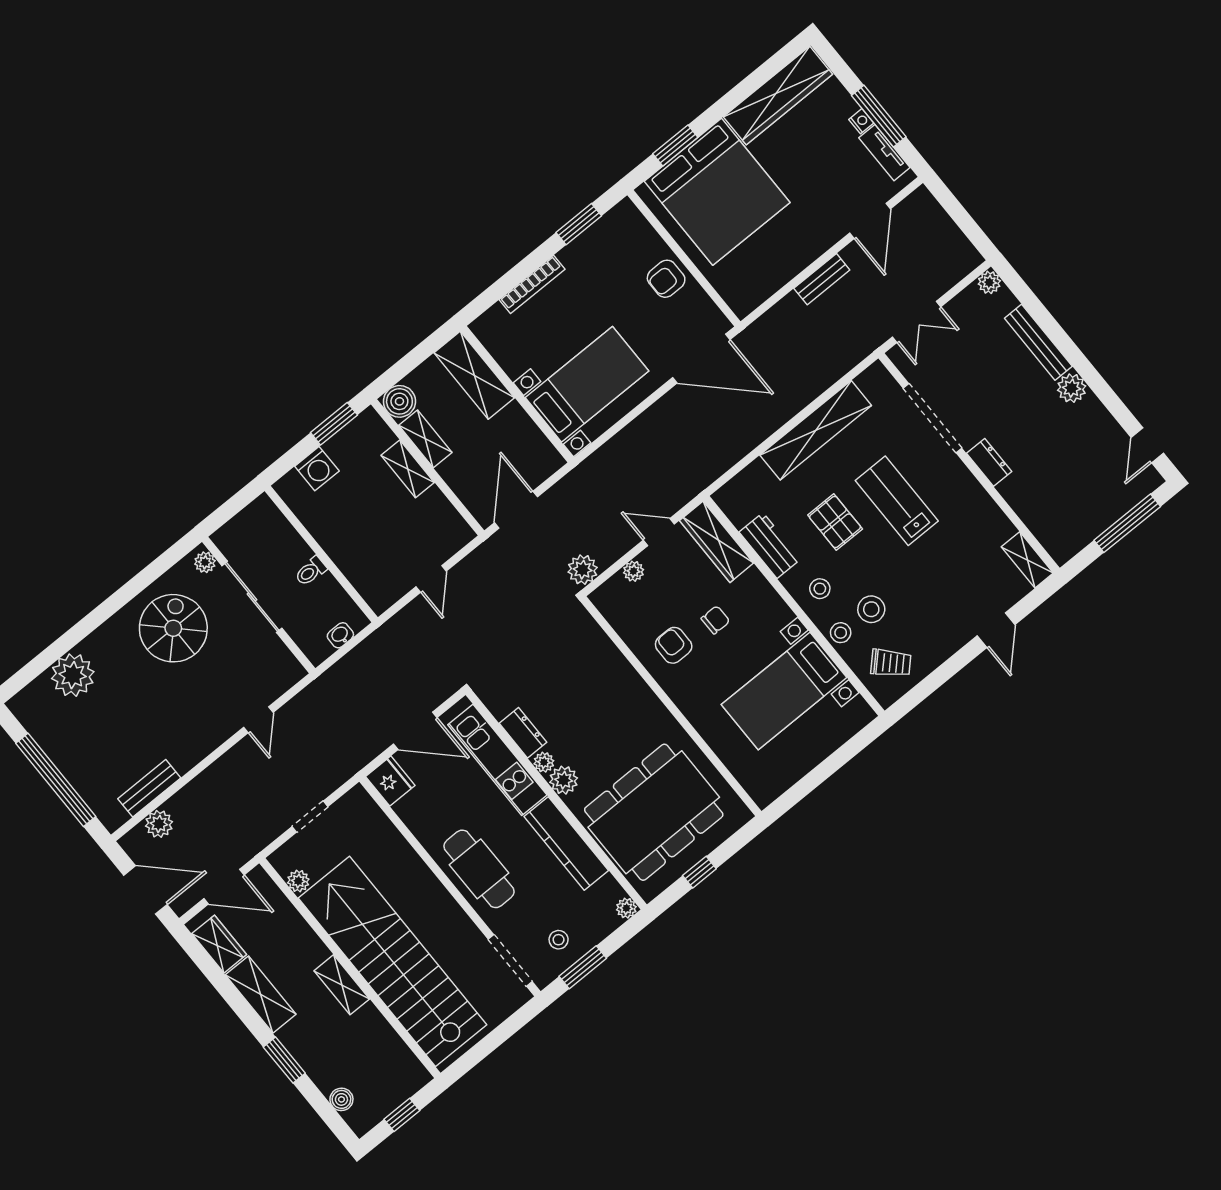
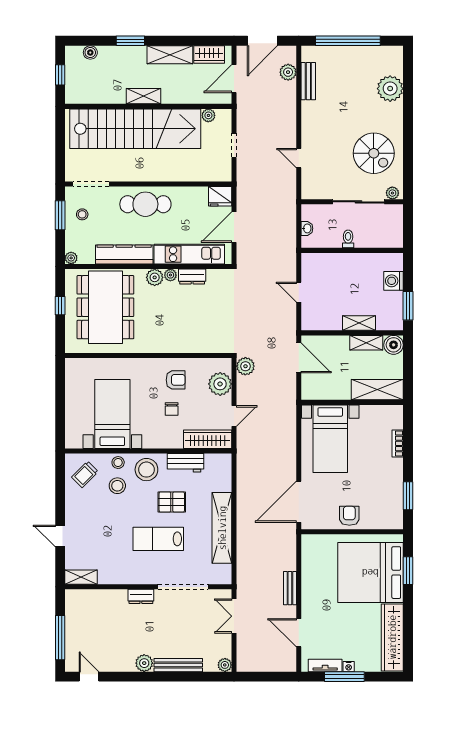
bookcase: (532, 284) -> (398, 443), width x0.64
lab bench: (897, 501) -> (158, 539), turned 180
plant: (633, 571) -> (220, 384), width x1.88, depth x1.88
stool: (820, 589) -> (146, 470), width x1.89, depth x1.89

